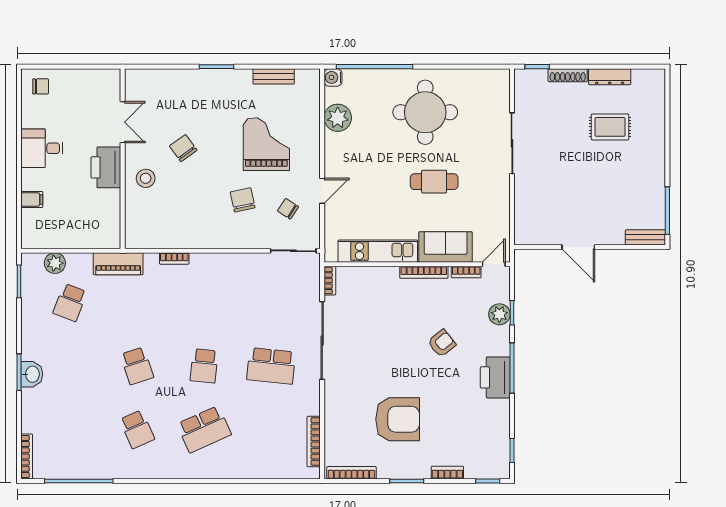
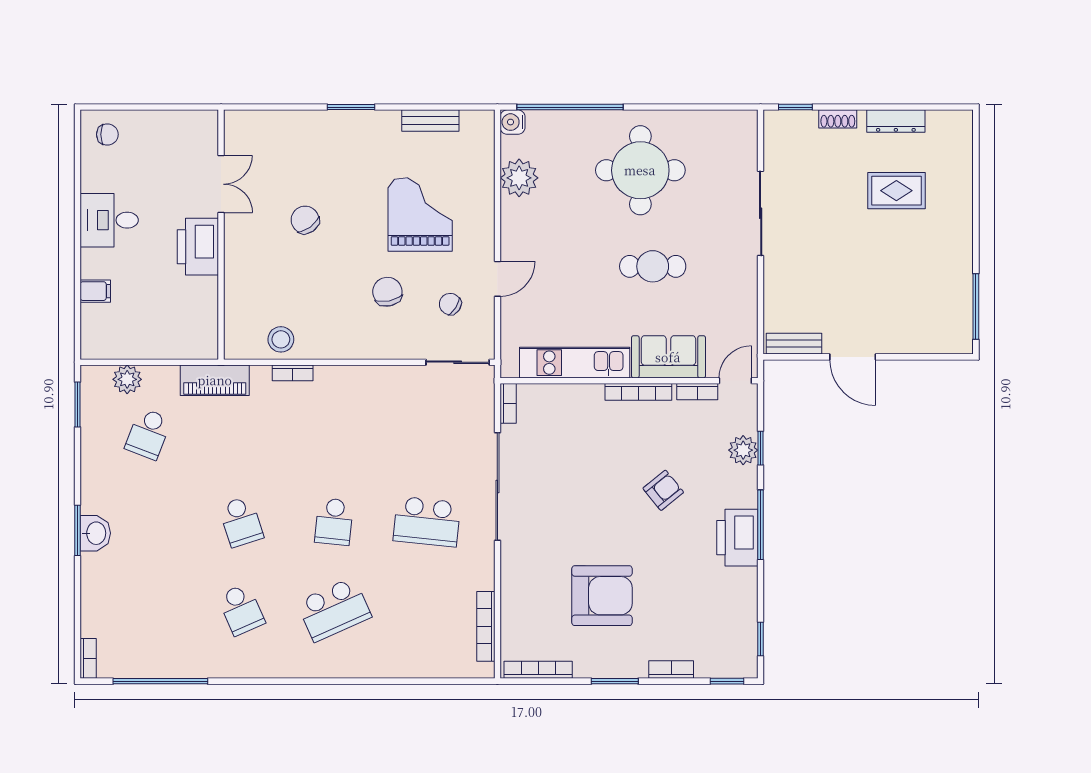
shoe rack: (568, 75) -> (838, 119), width x0.70
stool: (146, 178) -> (281, 339), moved
bench: (645, 237) -> (794, 344), moved
bookcase: (27, 456) -> (88, 658), width x0.64

